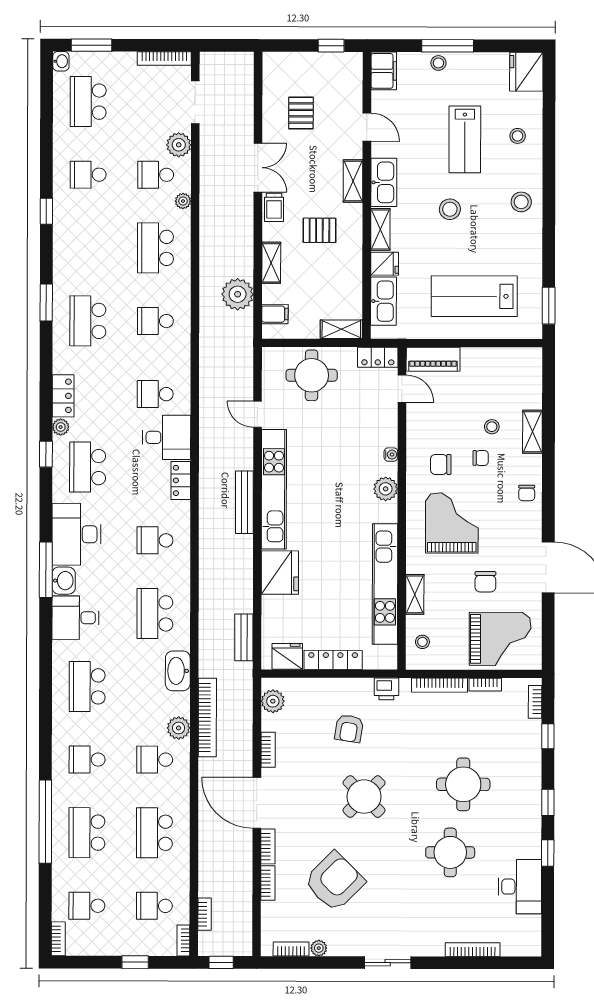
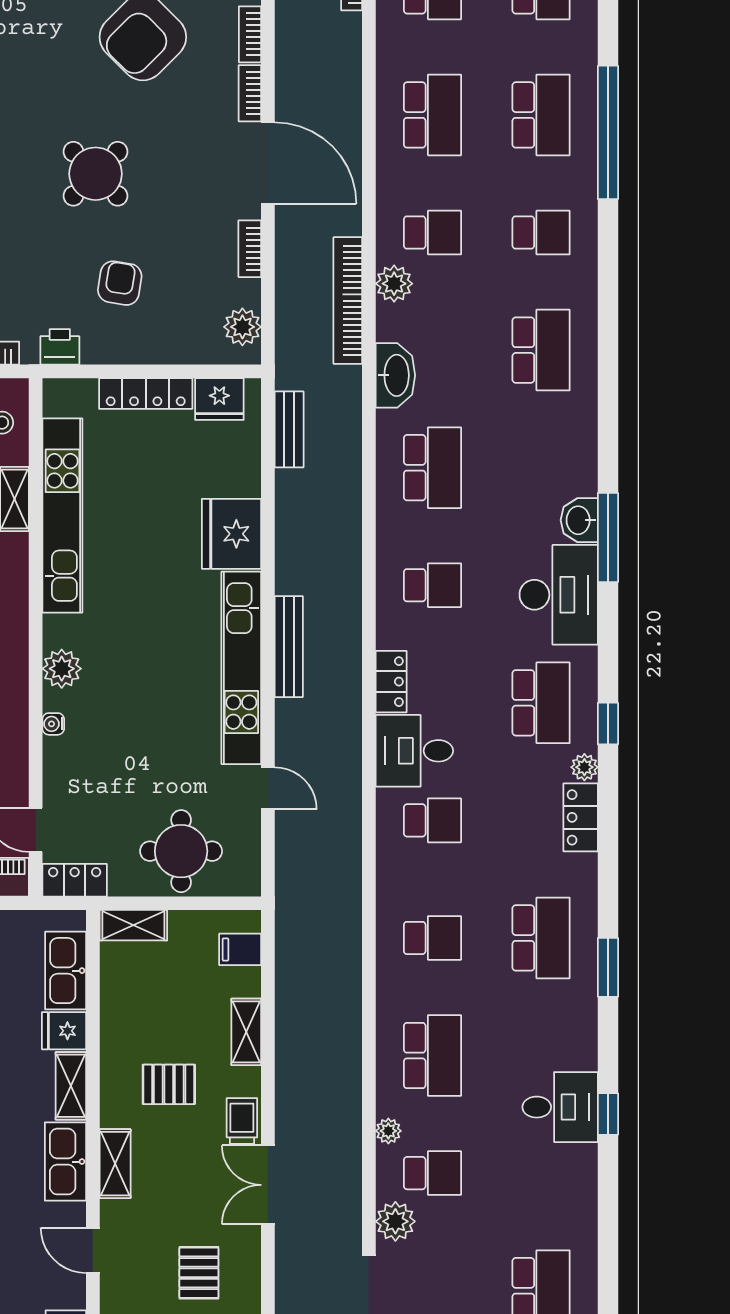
school desk: (88, 175) -> (541, 1173), removed
plant: (238, 294) -> (300, 981), removed
desk: (75, 618) -> (560, 1107), moved

